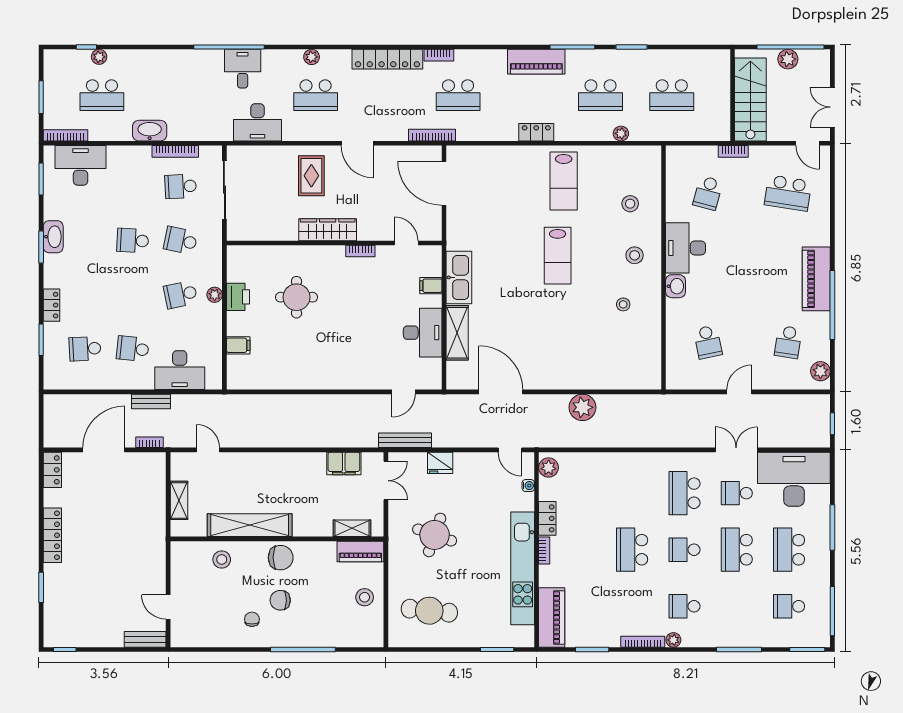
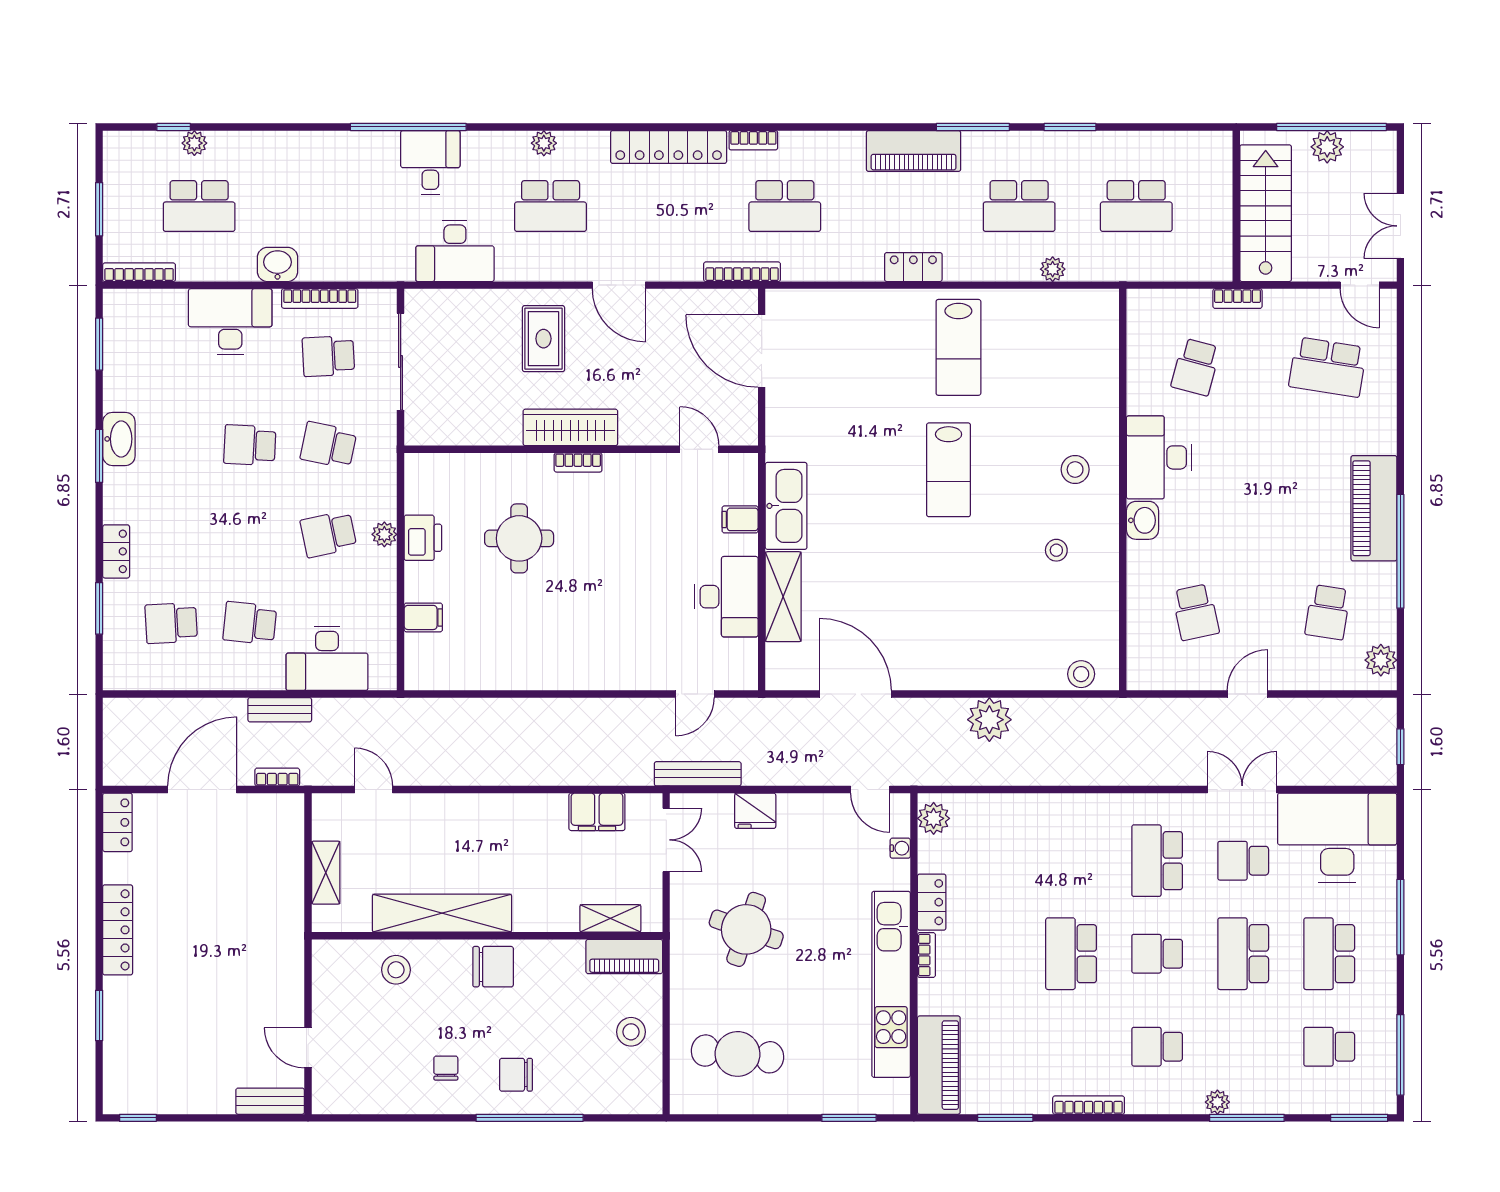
washbasin: (150, 131) -> (277, 264), width x0.72
desk: (81, 165) -> (230, 322), moved
stool: (630, 204) -> (1081, 674), moved
bookcase: (360, 251) -> (578, 462), moved
chair: (280, 600) -> (516, 1075), moved
plant: (673, 640) -> (1217, 1102), moved

